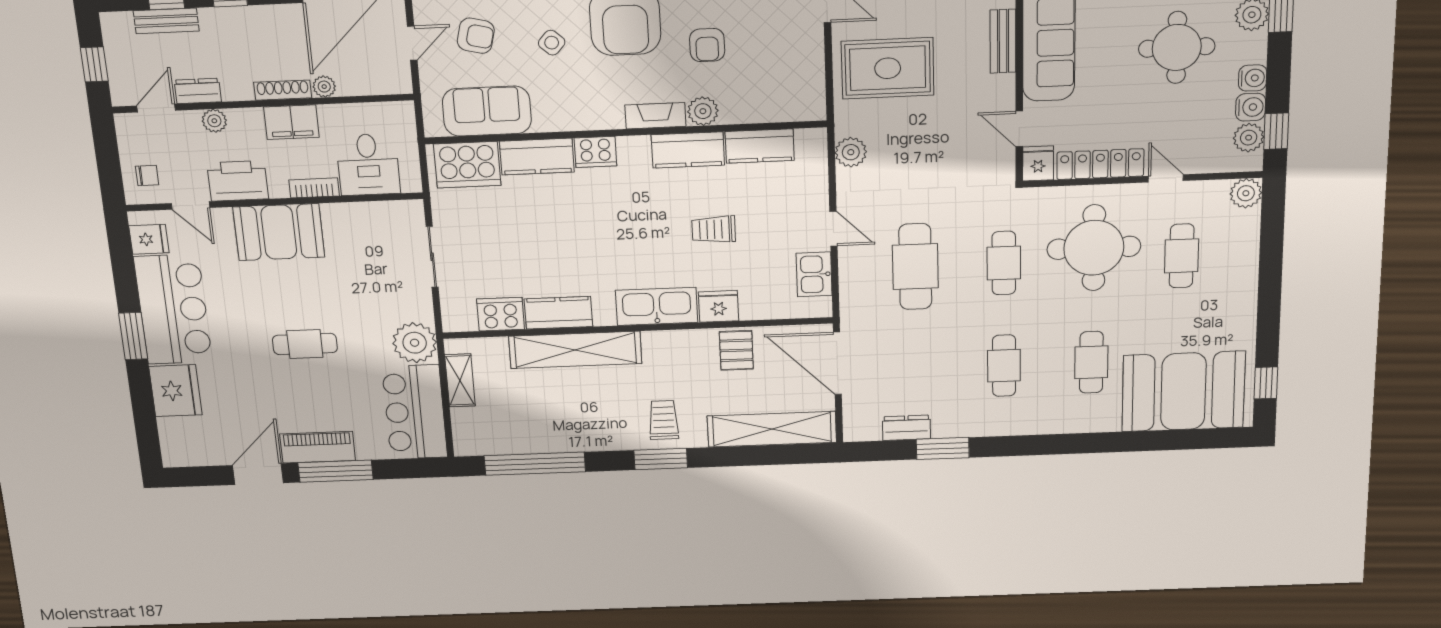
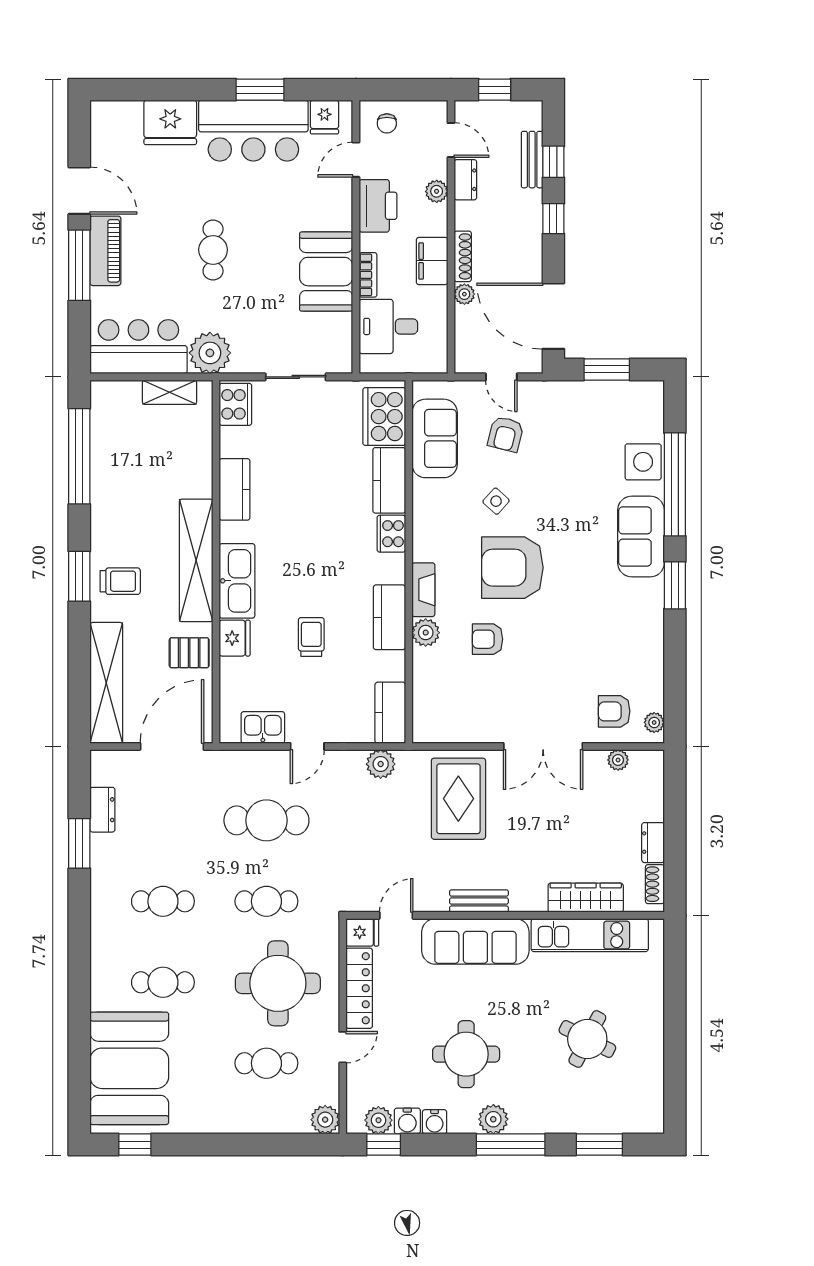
kitchen counter: (760, 146) -> (390, 713), moved
booth: (279, 232) -> (326, 272), moved
cooker: (501, 314) -> (235, 404), moved
window: (133, 336) -> (260, 90), moved
shelving: (575, 350) -> (196, 560), moved

